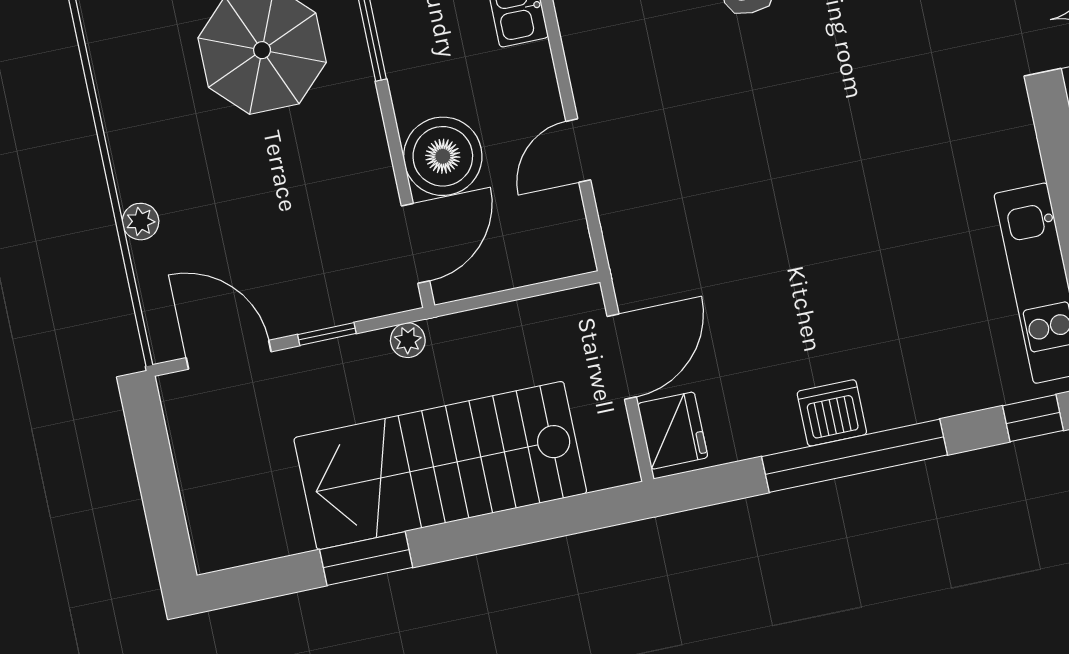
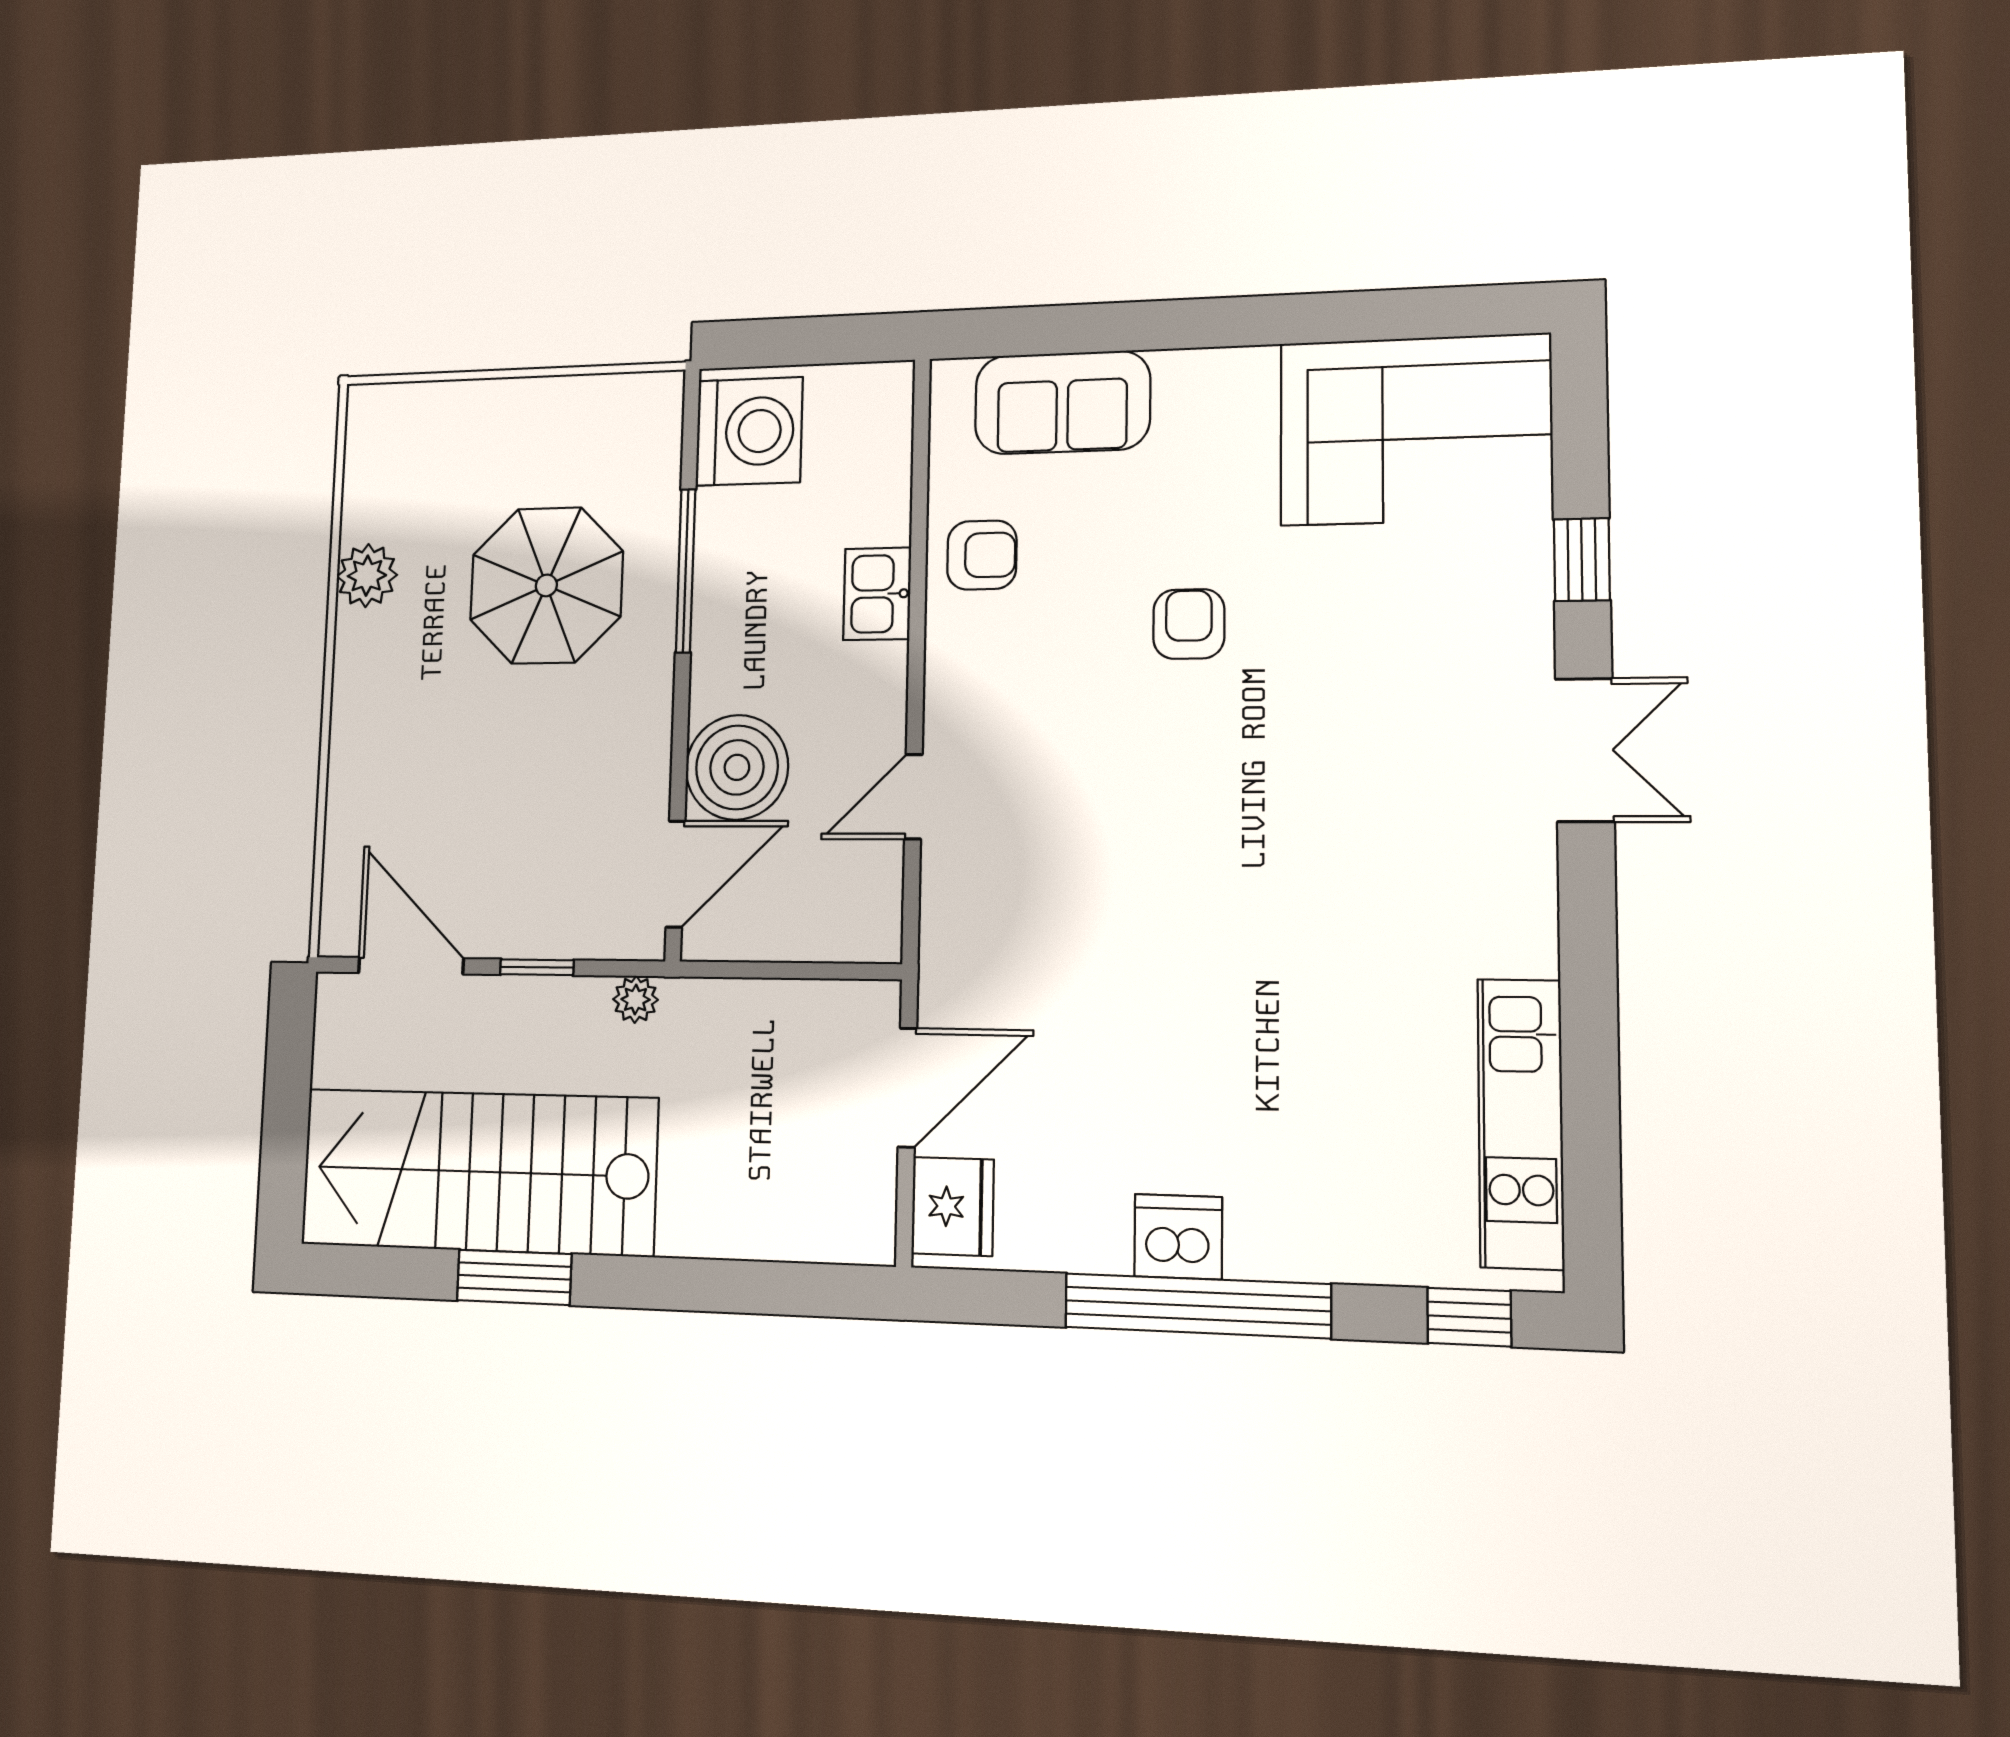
plant: (141, 222) -> (367, 576), moved, width x1.38, depth x1.38
stairs: (440, 466) -> (478, 1172), moved

